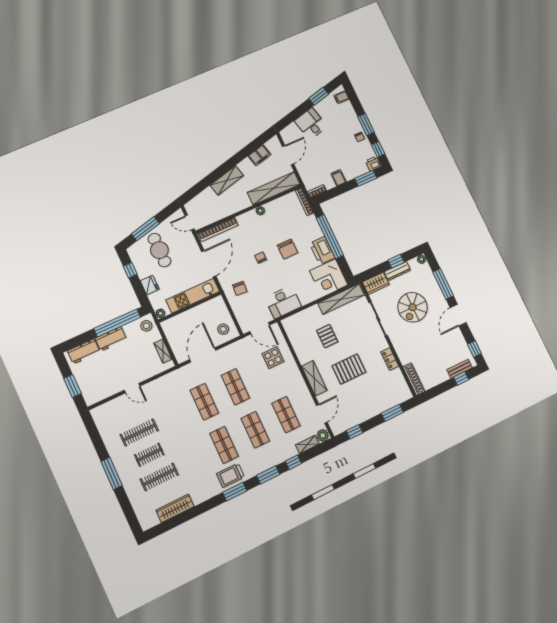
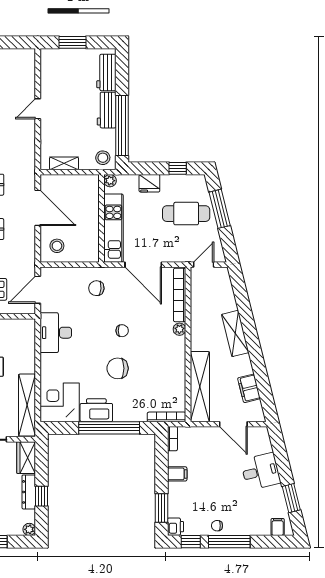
window: (366, 124) -> (229, 542), width x1.44
plant: (260, 211) -> (179, 329), moved

